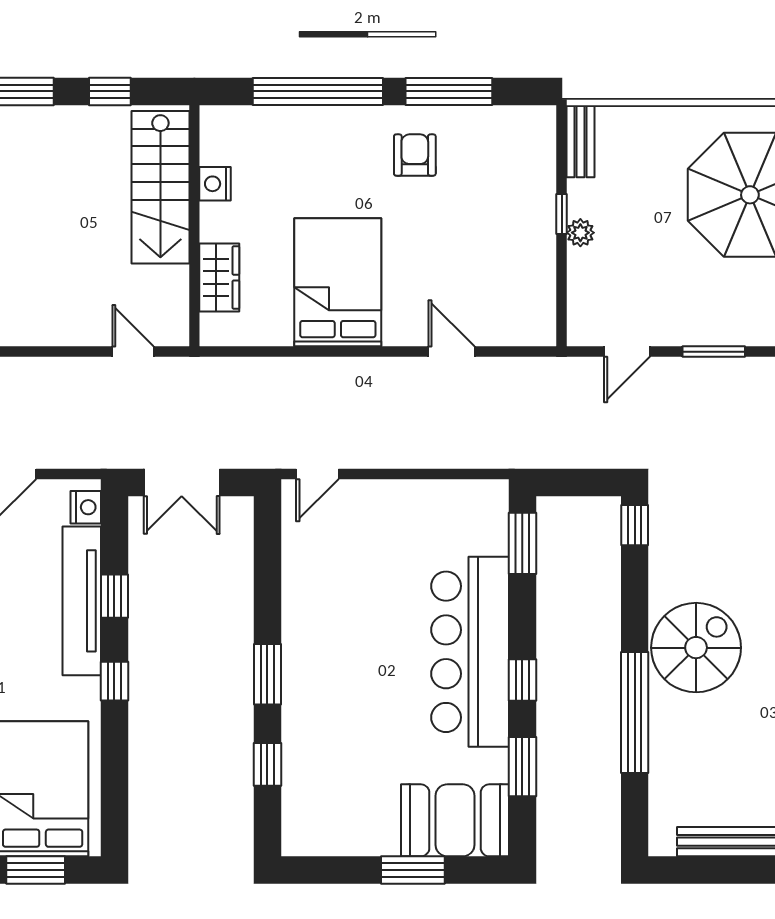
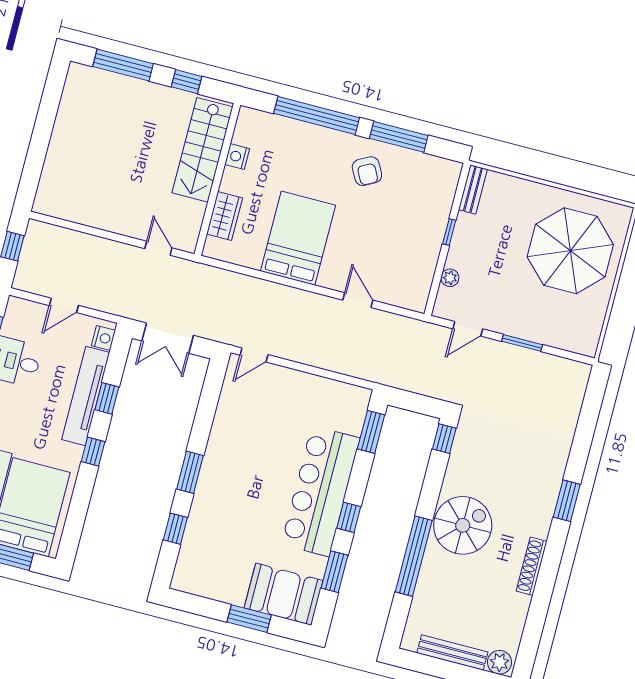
armchair: (415, 155) -> (367, 171), turned 152
plant: (580, 233) -> (450, 278), moved

